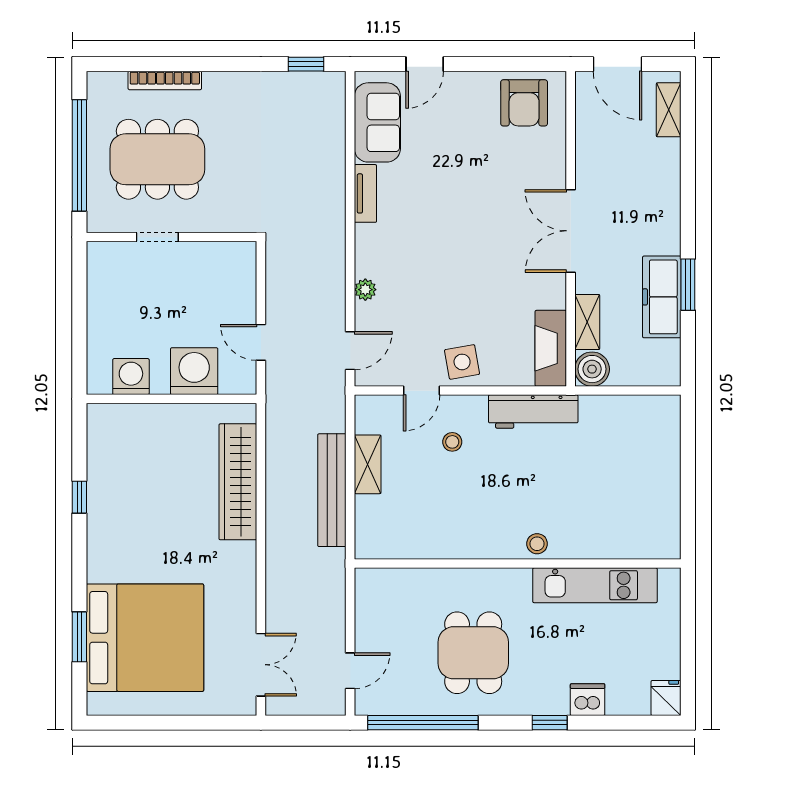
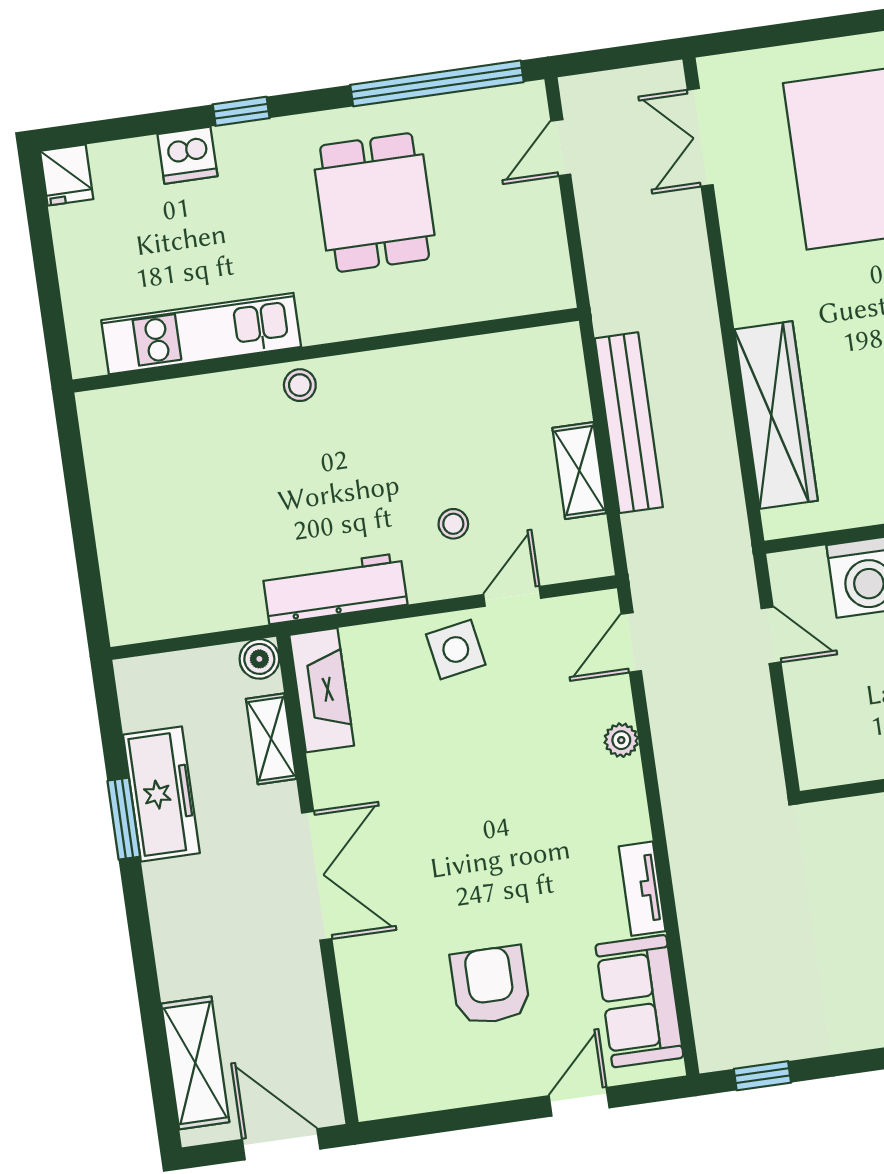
armchair: (524, 103) -> (490, 985), moved
shelving: (669, 110) -> (195, 1063), width x1.50, depth x1.33
boiler: (592, 369) -> (259, 659), width x0.73, depth x0.73

